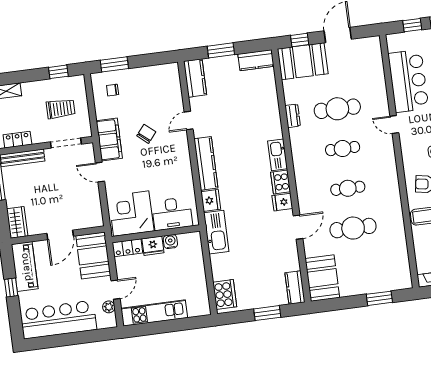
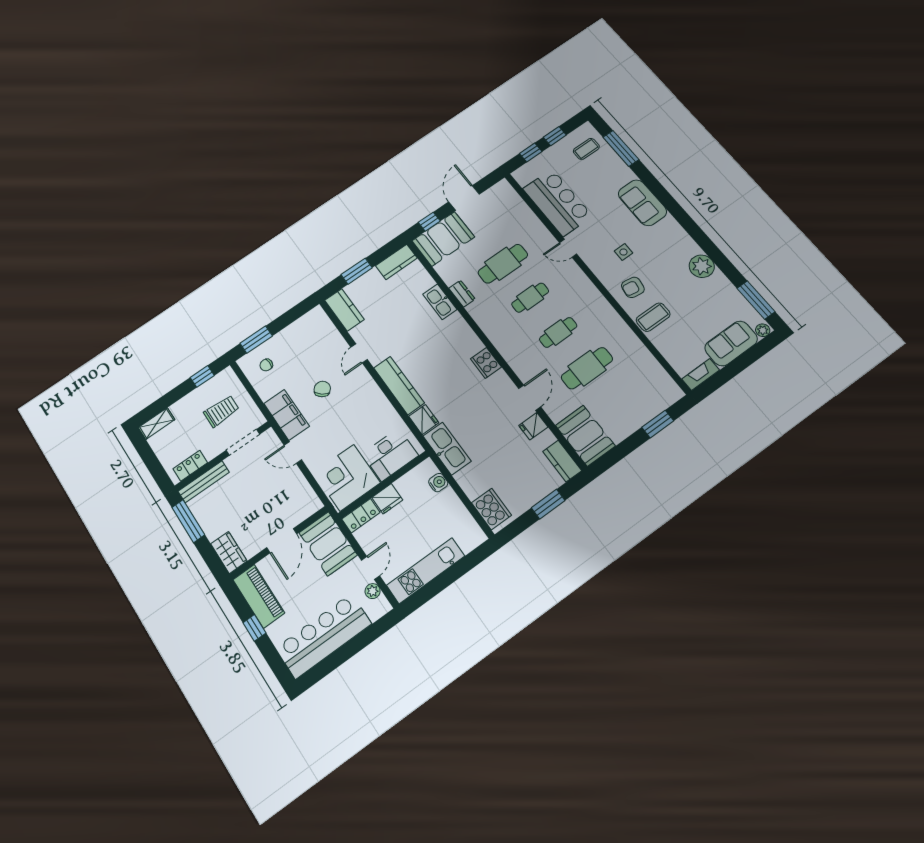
kitchen sink: (278, 155) -> (440, 302), moved
fridge: (282, 202) -> (533, 426), moved
water cooler: (170, 242) -> (438, 483), moved, turned 90

